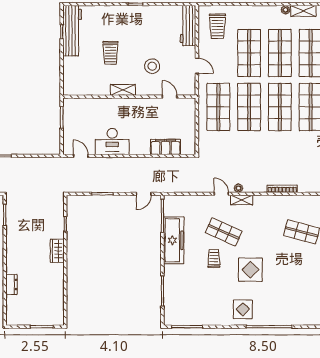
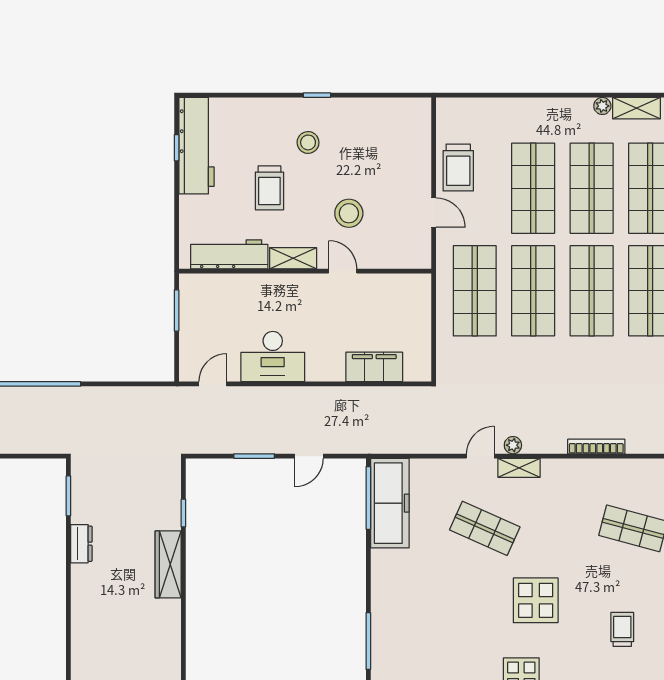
workbench: (188, 26) -> (229, 254), moved, turned 90
trolley: (217, 26) -> (458, 168), moved
stool: (131, 29) -> (308, 142), added
door: (170, 97) -> (343, 271), moved
door: (81, 156) -> (213, 384), hinge flipped
door: (144, 194) -> (309, 456), moved
door: (221, 194) -> (480, 456), hinge flipped
freezer: (174, 240) -> (390, 503), moved
wardrobe: (57, 251) -> (168, 564), width x1.50
trolley: (214, 258) -> (622, 629), moved
dresser: (12, 285) -> (81, 544), moved

